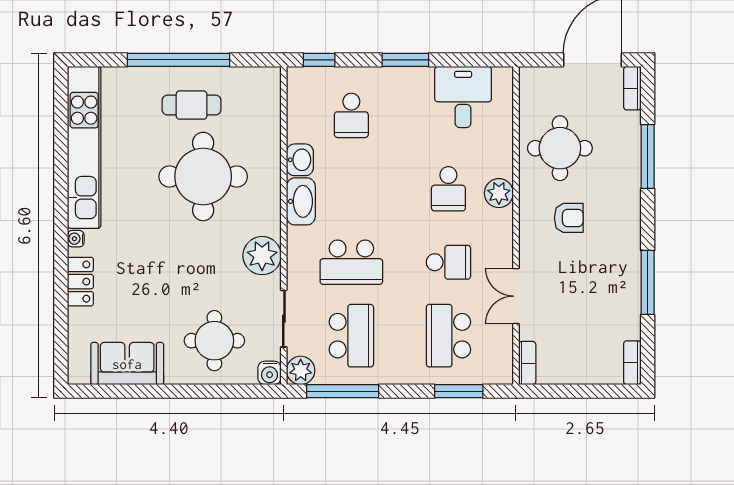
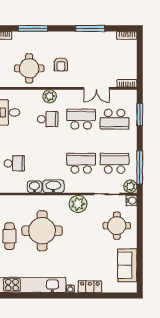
armchair: (569, 218) -> (61, 64), turned 180
school desk: (351, 262) -> (81, 163), turned -90
school desk: (448, 262) -> (81, 119), width x1.85

